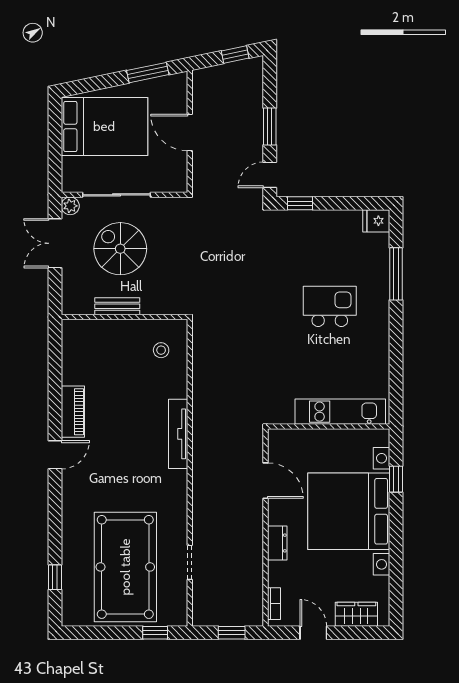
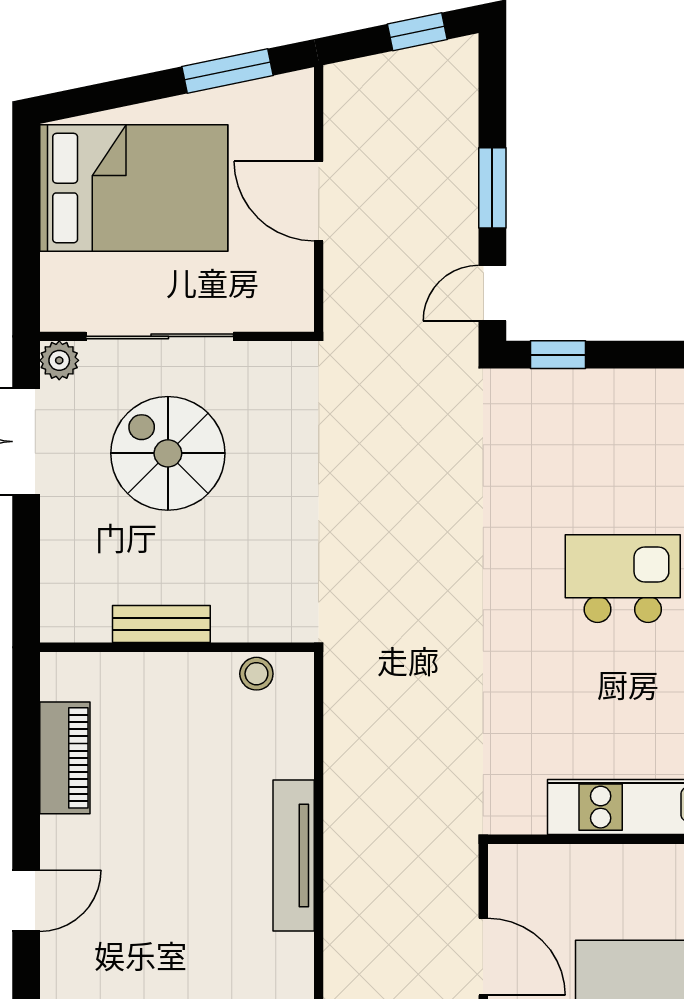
bench: (117, 306) -> (161, 624), moved
wall: (124, 317) -> (177, 647), moved
piano: (73, 412) -> (65, 758), moved

